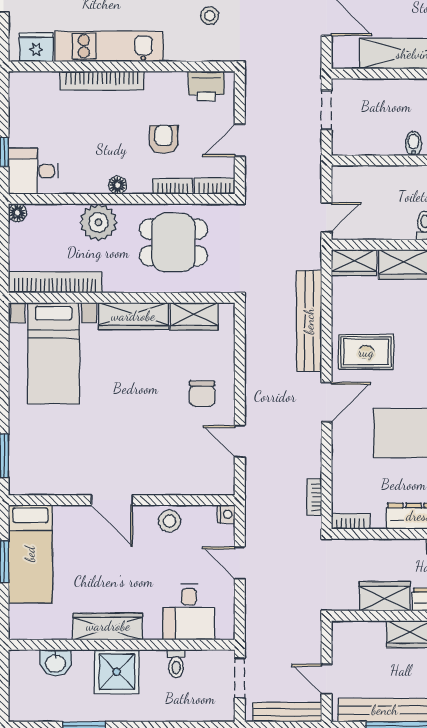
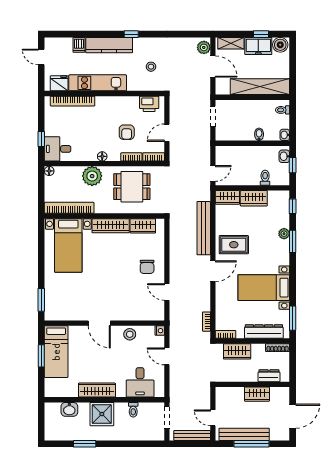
bookcase: (102, 81) -> (73, 101), moved
armchair: (164, 139) -> (127, 132), turned 180
wardrobe: (385, 596) -> (237, 351), moved, turned 180

